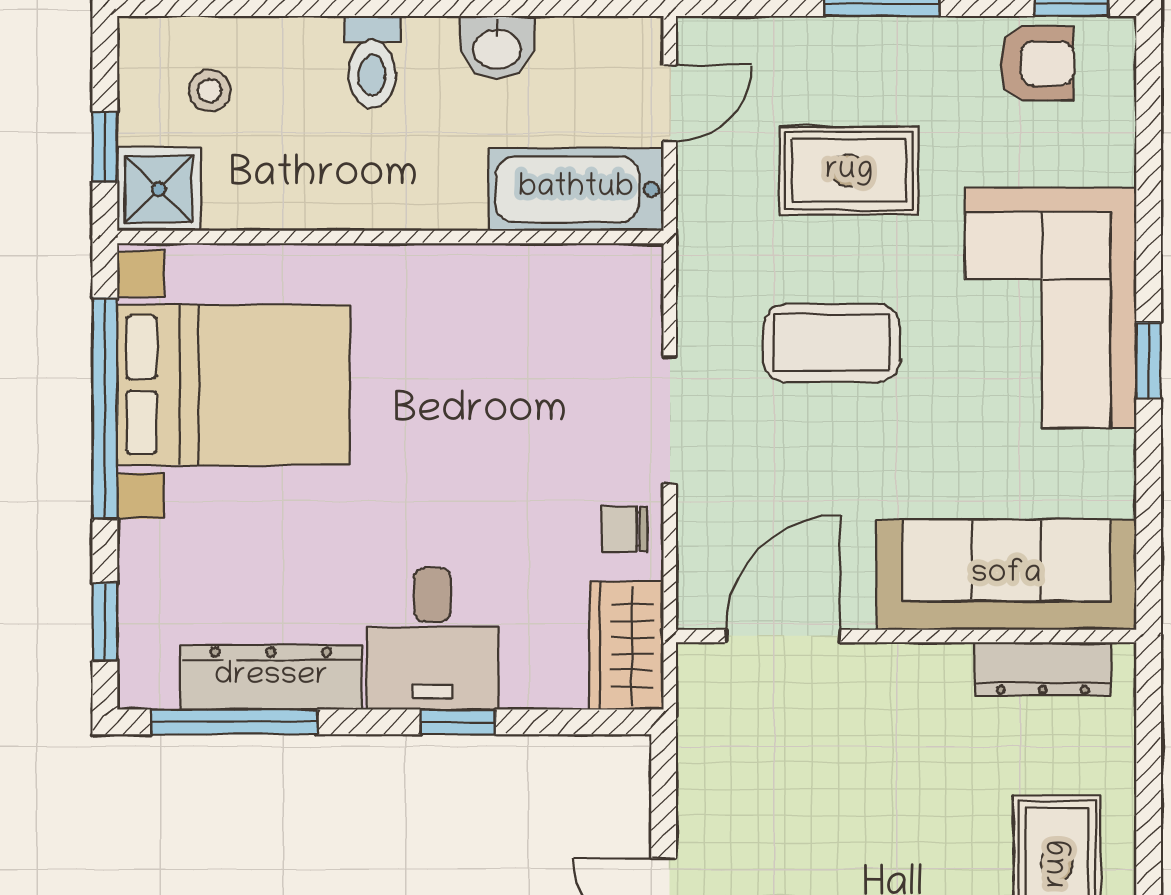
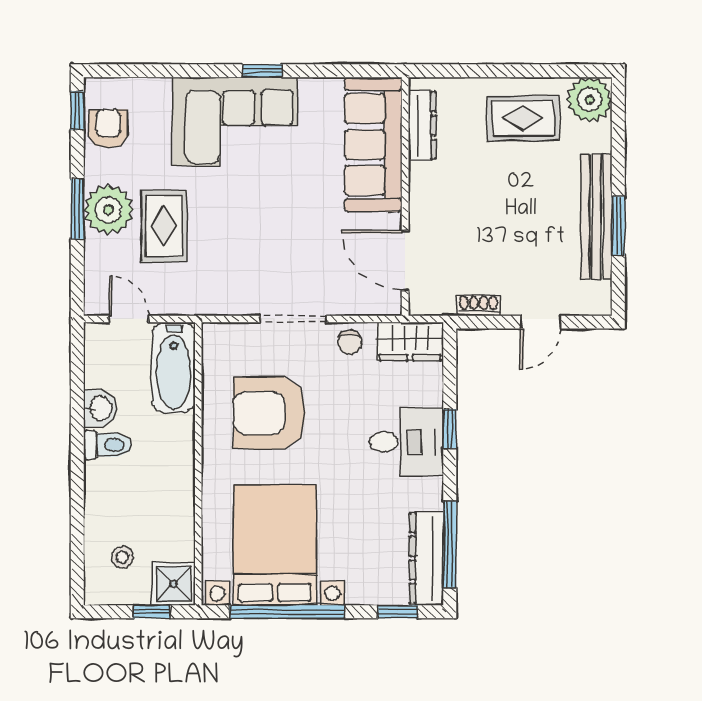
toilet: (372, 62) -> (108, 445), moved
plant: (881, 64) -> (109, 210), added
coffee table: (832, 343) -> (253, 235), removed
armchair: (488, 374) -> (269, 413), added
dresser: (271, 677) -> (426, 558), moved
shoe rack: (696, 778) -> (479, 305), added

